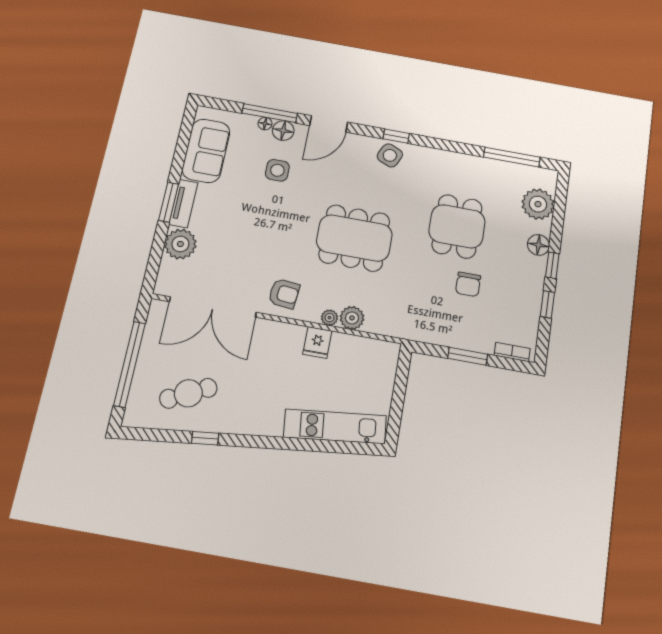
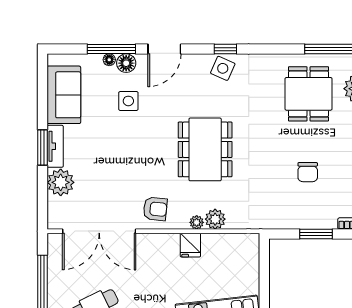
dining table: (457, 226) -> (309, 94), moved
dining table: (354, 238) -> (205, 149), turned 90

